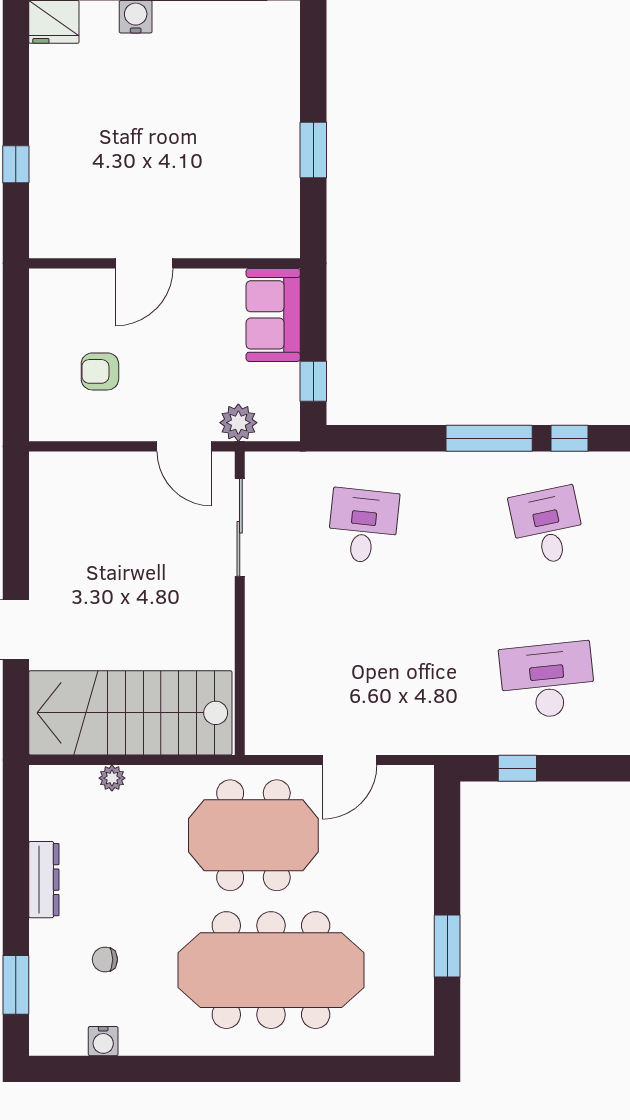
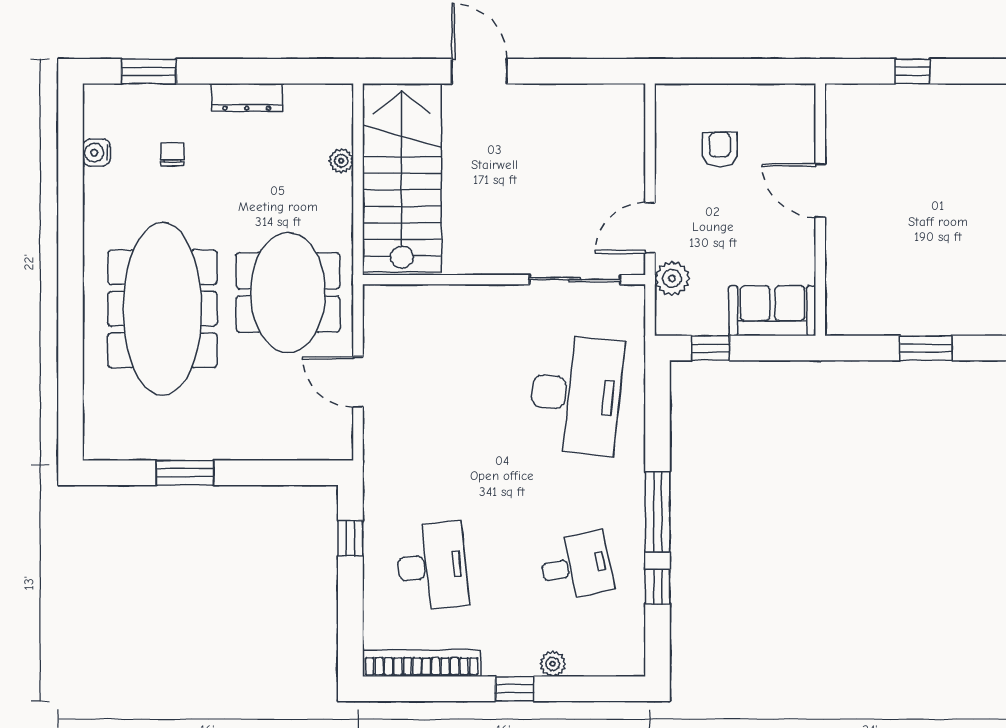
desk: (363, 526) -> (576, 395), width x1.87, depth x1.30

